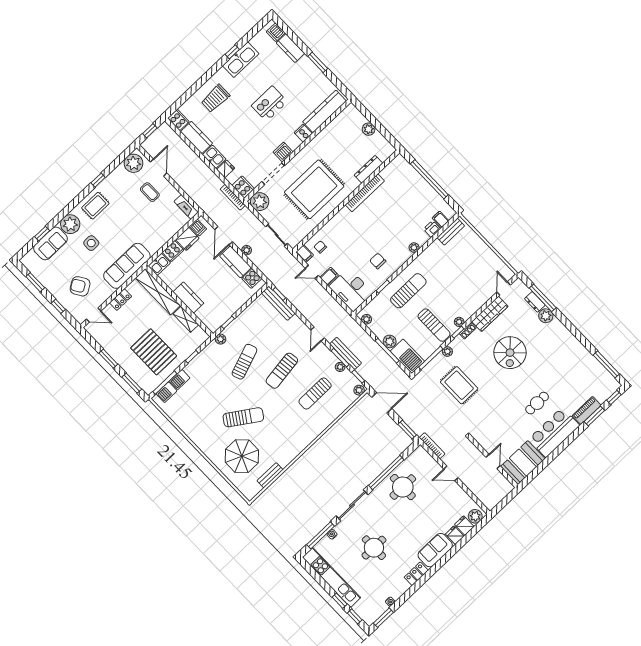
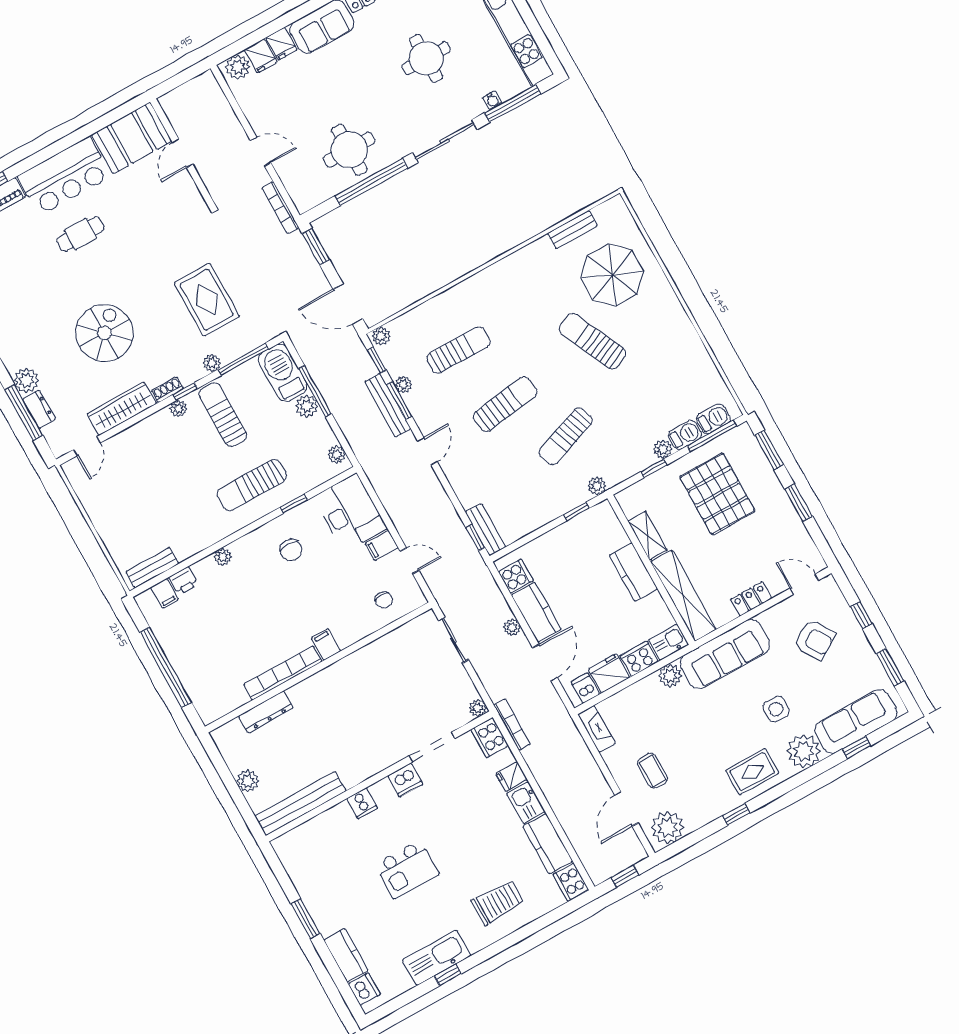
kitchen counter: (325, 111) -> (316, 831), removed
bench: (337, 124) -> (300, 804), added
rug: (314, 189) -> (368, 702), removed
plant: (260, 202) -> (478, 708), width x0.53, depth x0.53
sofa: (51, 243) -> (856, 721), width x1.36
plant: (154, 246) -> (670, 676), added
filing cabinet: (305, 254) -> (326, 644), moved
bench: (278, 303) -> (486, 530), width x0.73
plant: (190, 369) -> (663, 449), added
sun lounger: (243, 417) -> (592, 341), turned 31

